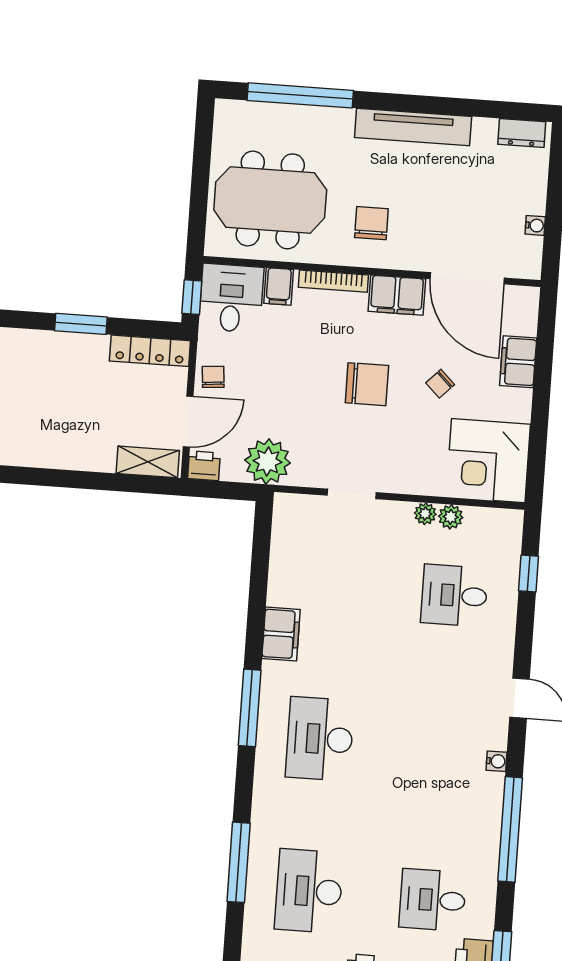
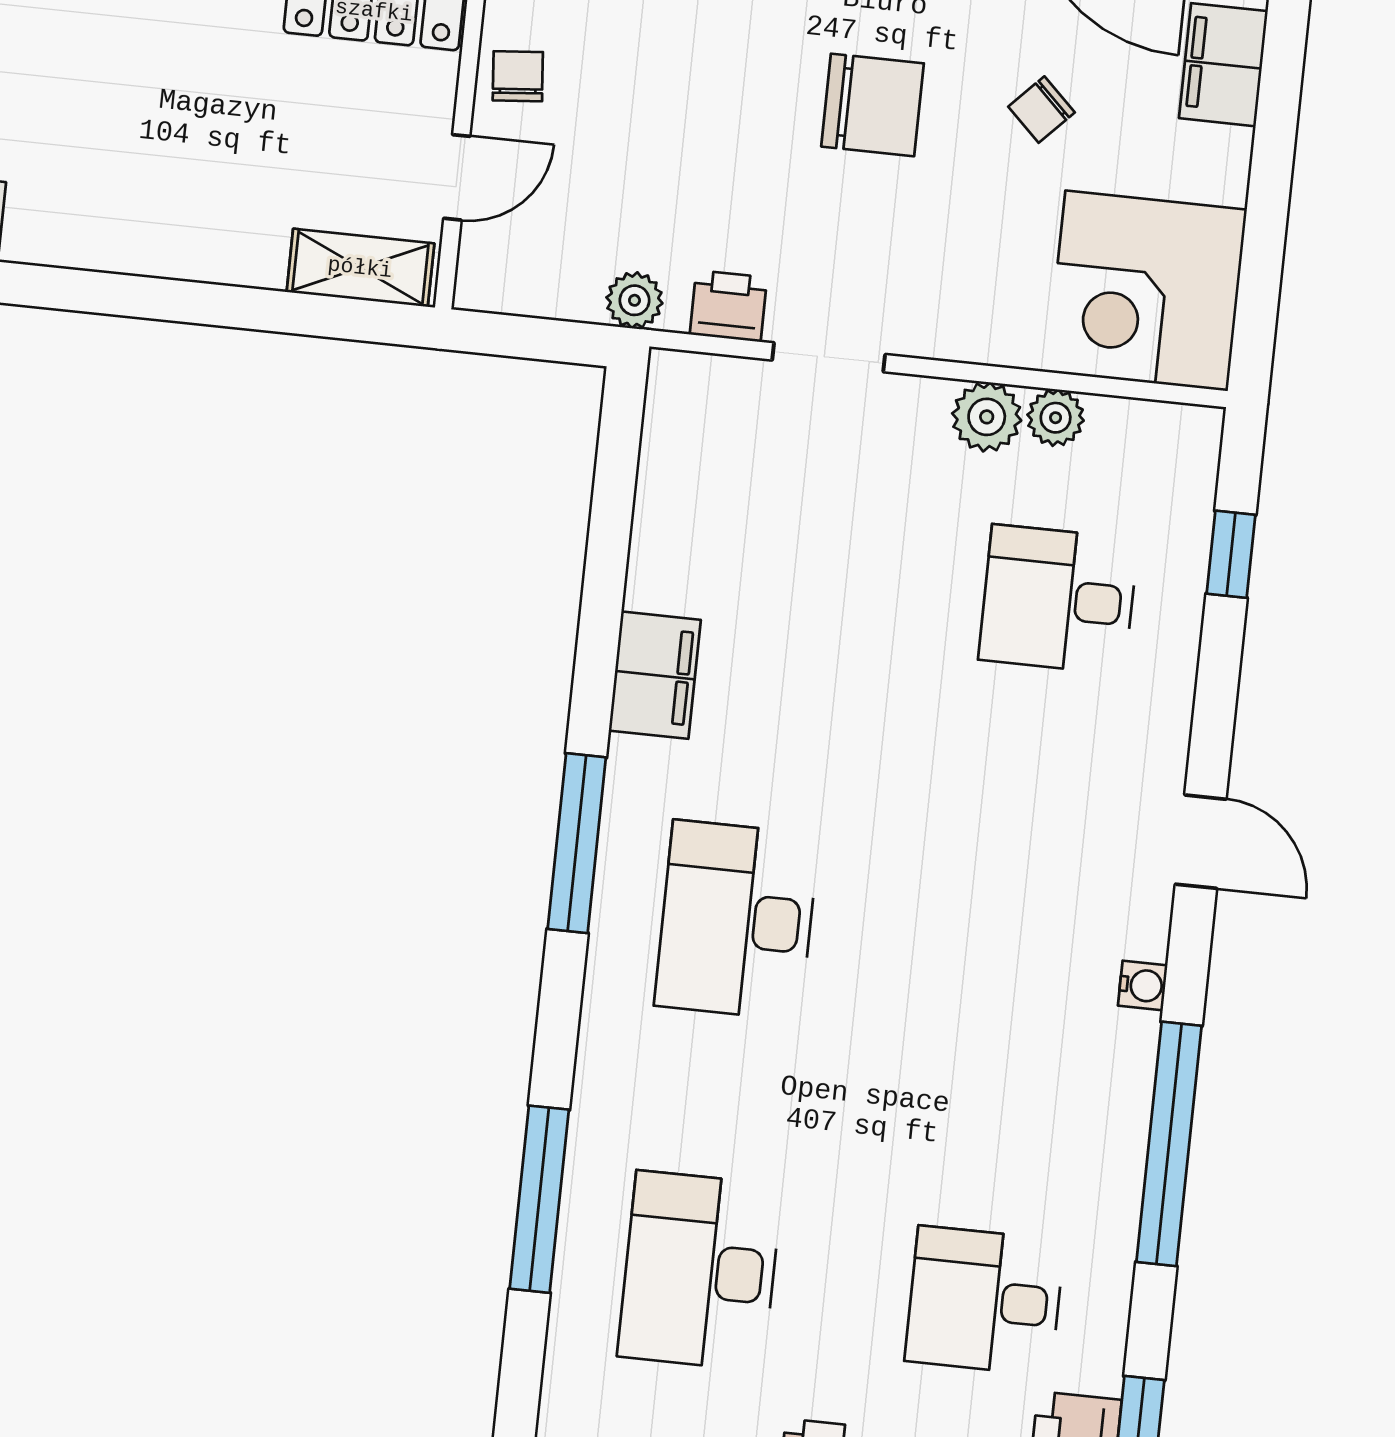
door: (188, 421) -> (457, 177), width x0.73
plant: (268, 461) -> (634, 300), width x0.53, depth x0.53
printer: (204, 466) -> (728, 306), moved
plant: (425, 514) -> (987, 417), width x1.38, depth x1.38

